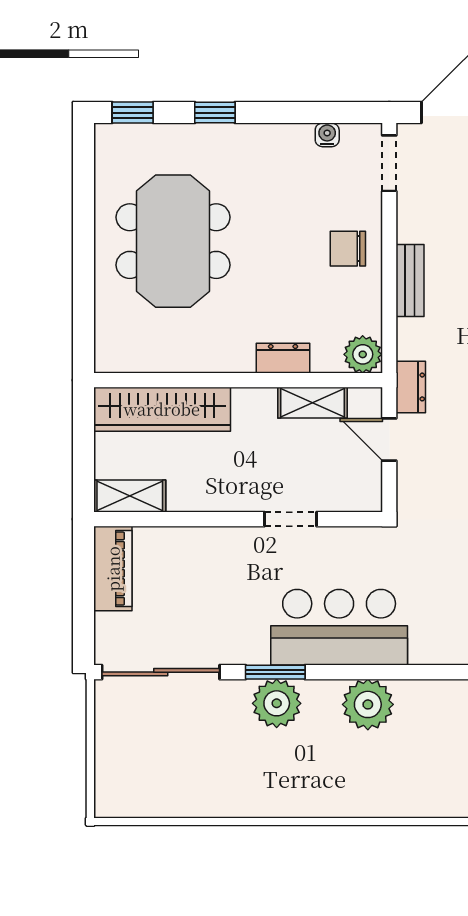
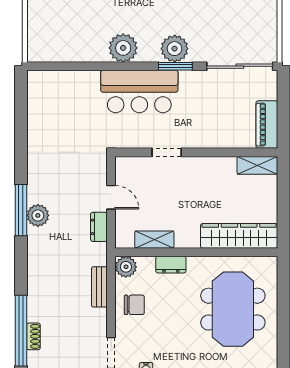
plant: (363, 354) -> (126, 267), moved
dresser: (283, 358) -> (171, 265), moved
wall: (238, 380) -> (196, 252), moved
shelving: (312, 403) -> (154, 240), moved
wardrobe: (162, 409) -> (239, 236), moved

